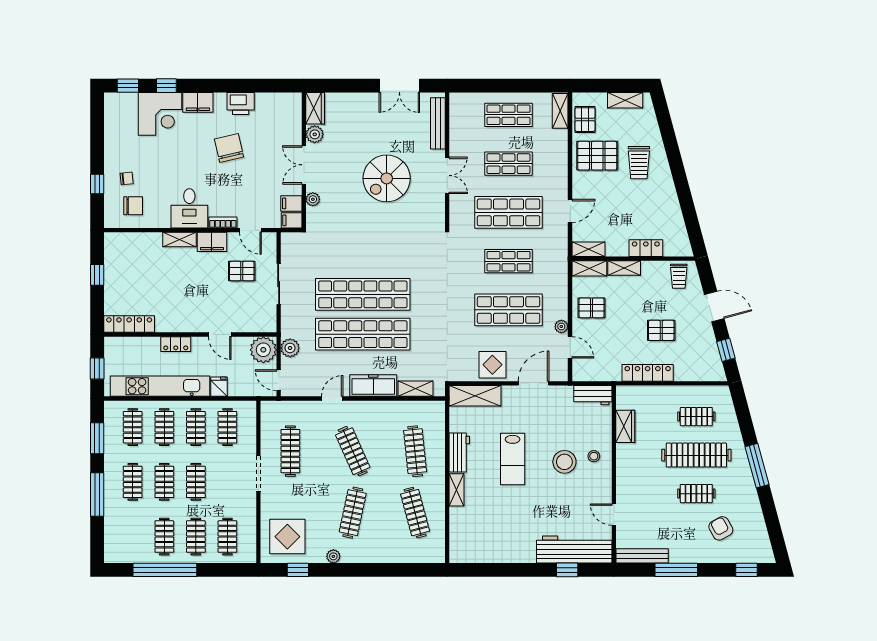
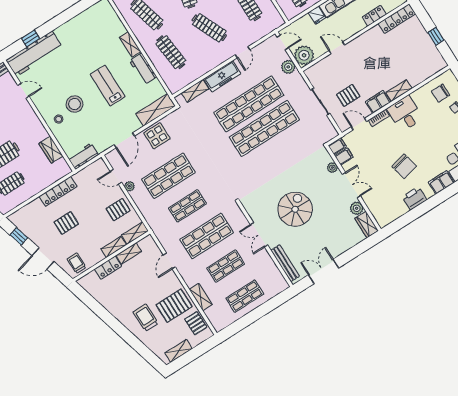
shelving: (560, 111) -> (201, 297), moved
shelving: (588, 249) -> (129, 253), moved
locker: (176, 344) -> (374, 16), moved

